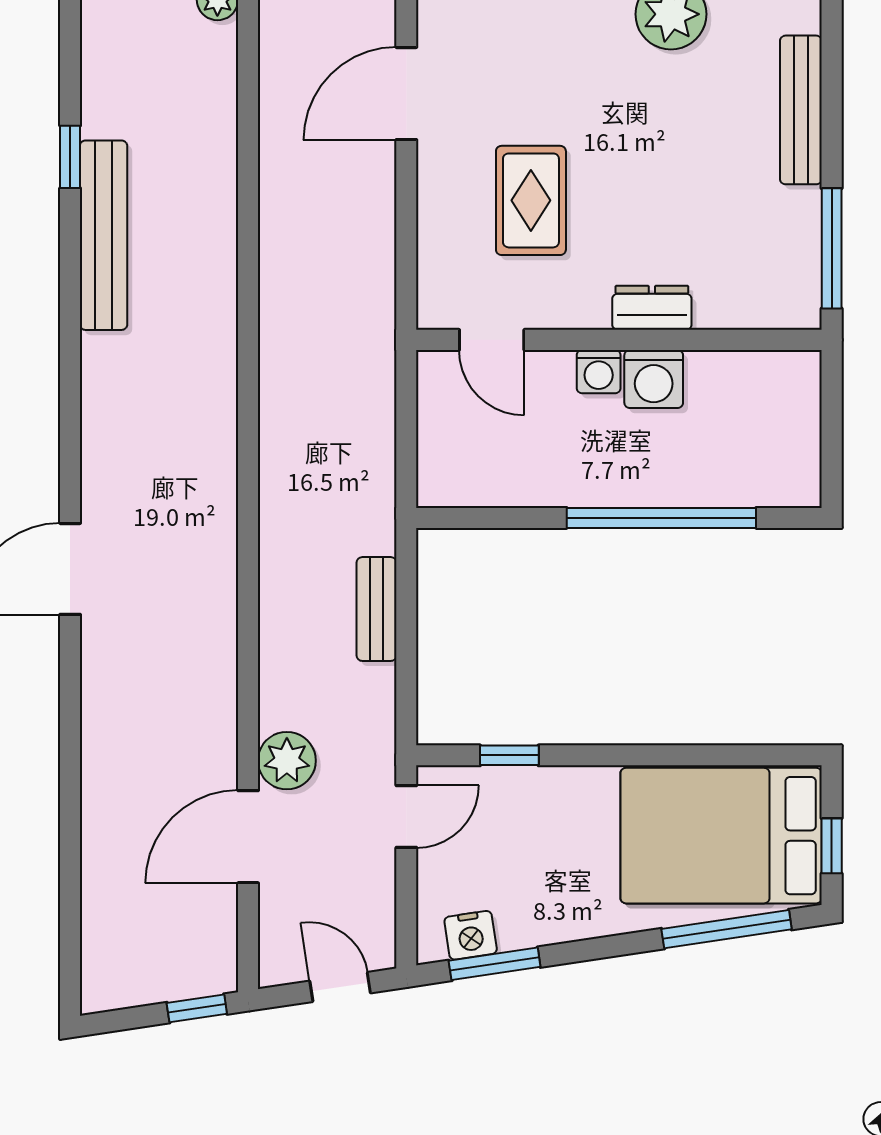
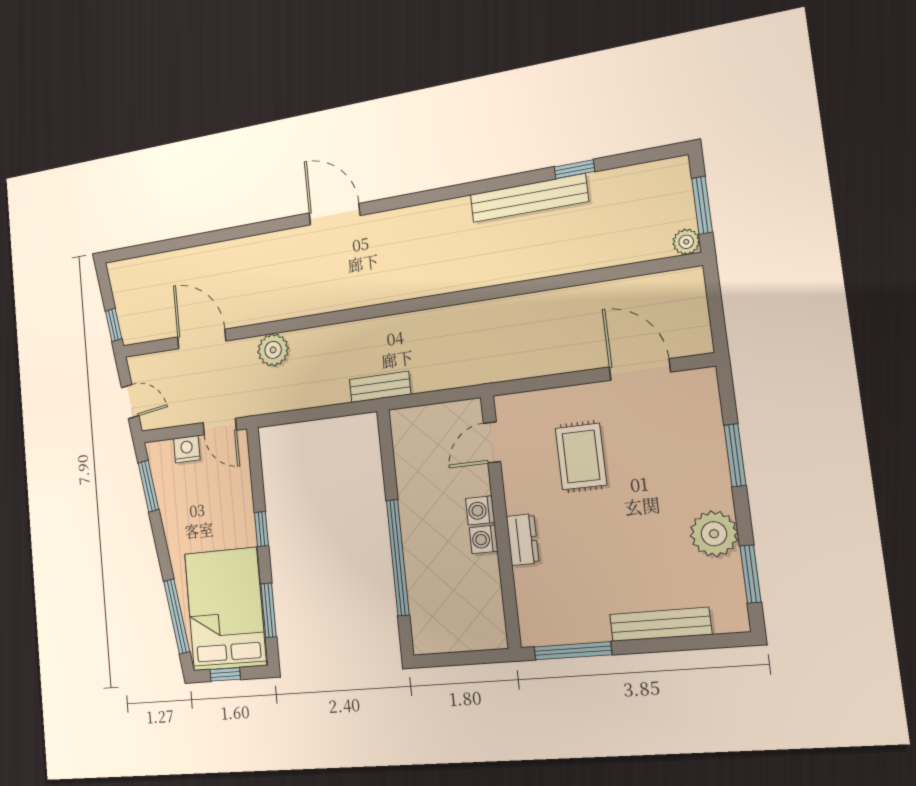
rug: (531, 200) -> (581, 457), turned 90
washing machine: (654, 379) -> (484, 539), width x0.73, depth x0.73
bench: (377, 609) -> (380, 387), moved
window: (509, 755) -> (261, 529), moved
window: (729, 755) -> (269, 610), added
plant: (287, 761) -> (273, 350), moved
nightstand: (471, 935) -> (187, 449), moved, turned 99
door: (340, 987) -> (130, 402), hinge flipped

